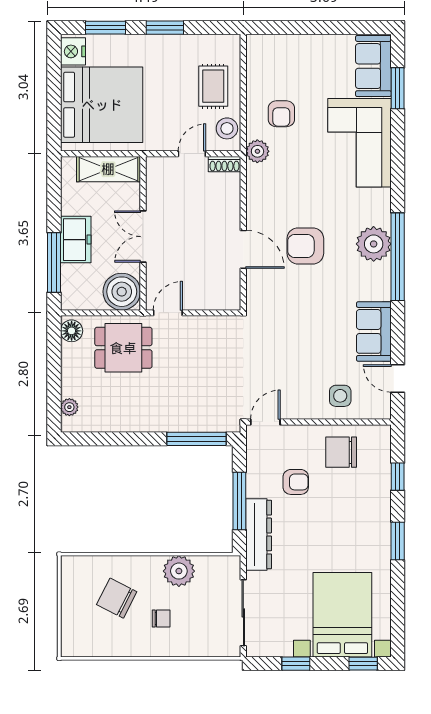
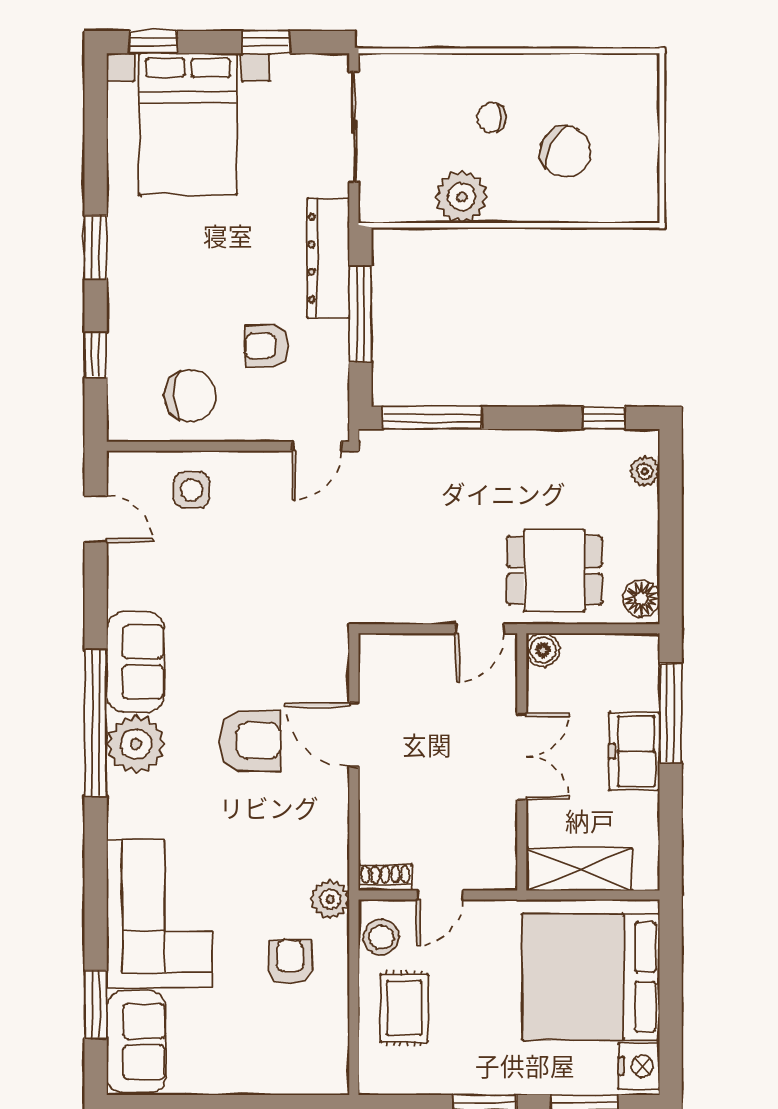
boiler: (122, 292) -> (543, 650), width x0.54, depth x0.54
sofa: (374, 331) -> (135, 662), moved
window: (94, 439) -> (604, 418), added

